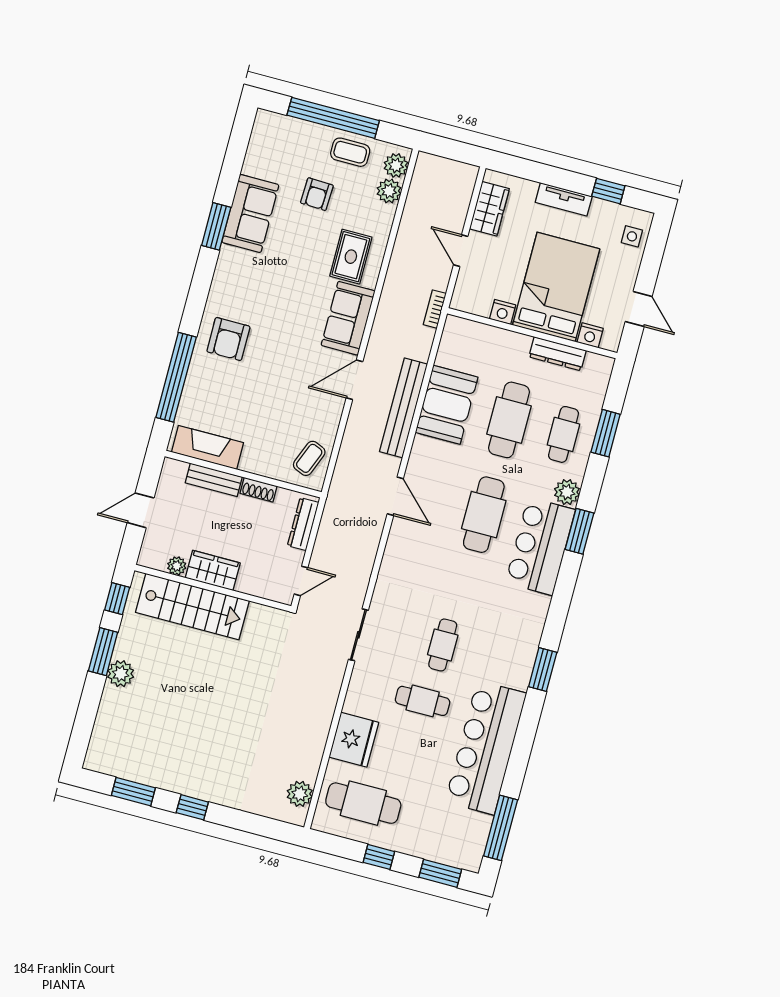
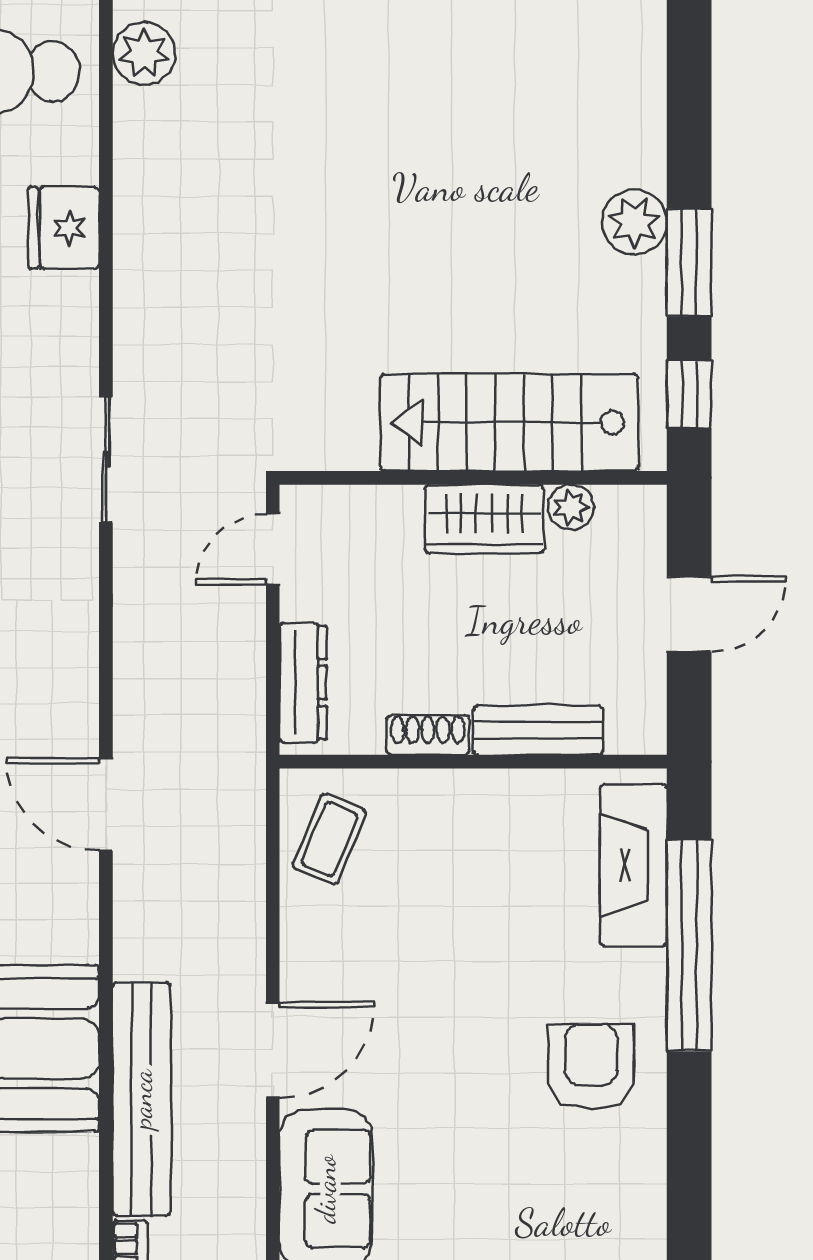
bench: (403, 408) -> (142, 1099), moved
fireplace: (208, 447) -> (633, 865), moved, turned 90
fridge: (354, 740) -> (64, 228), width x0.73, depth x0.75

